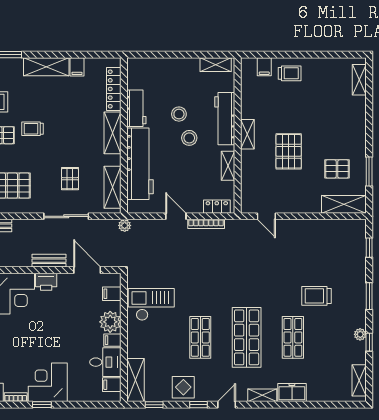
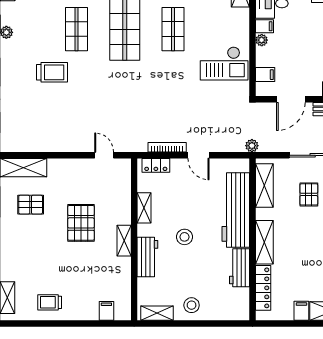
trolley: (290, 73) -> (50, 302), moved
stool: (179, 114) -> (192, 305), moved
workbench: (225, 119) -> (147, 257), width x0.73
door: (87, 270) -> (291, 99), hinge flipped
plant: (110, 322) -> (262, 40), width x0.53, depth x0.53

